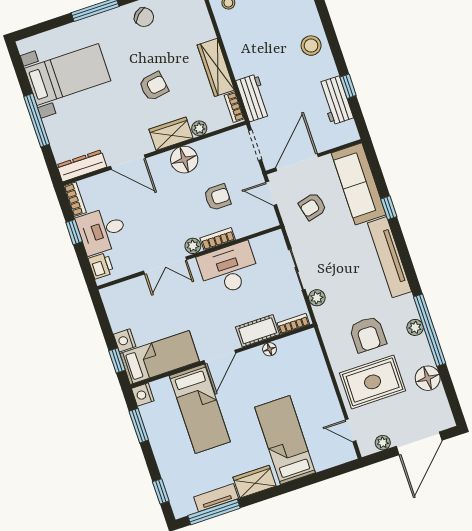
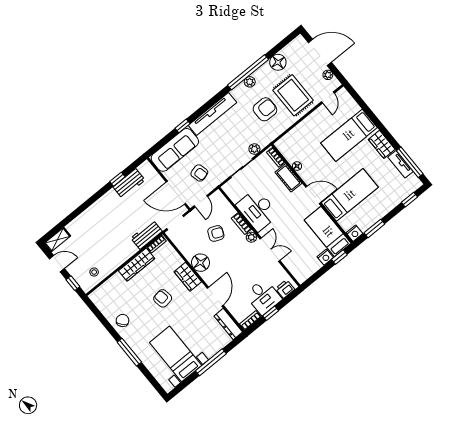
stool: (311, 46) -> (101, 211), removed
plant: (199, 128) -> (178, 261), removed
armchair: (217, 197) -> (216, 233), turned 113

